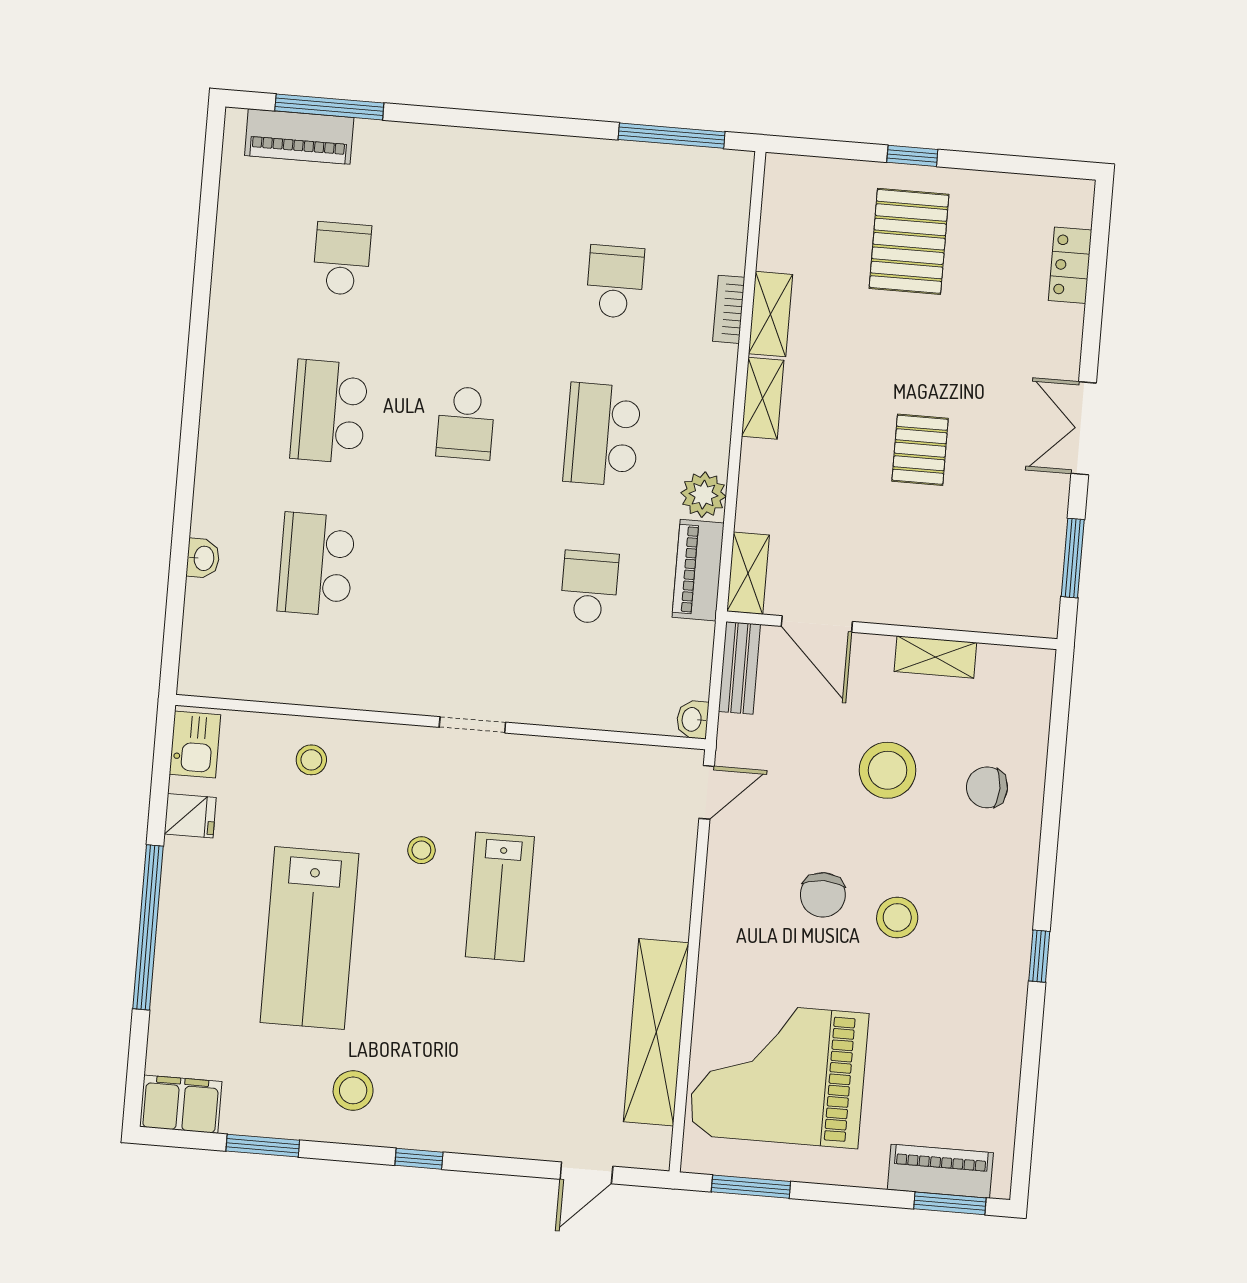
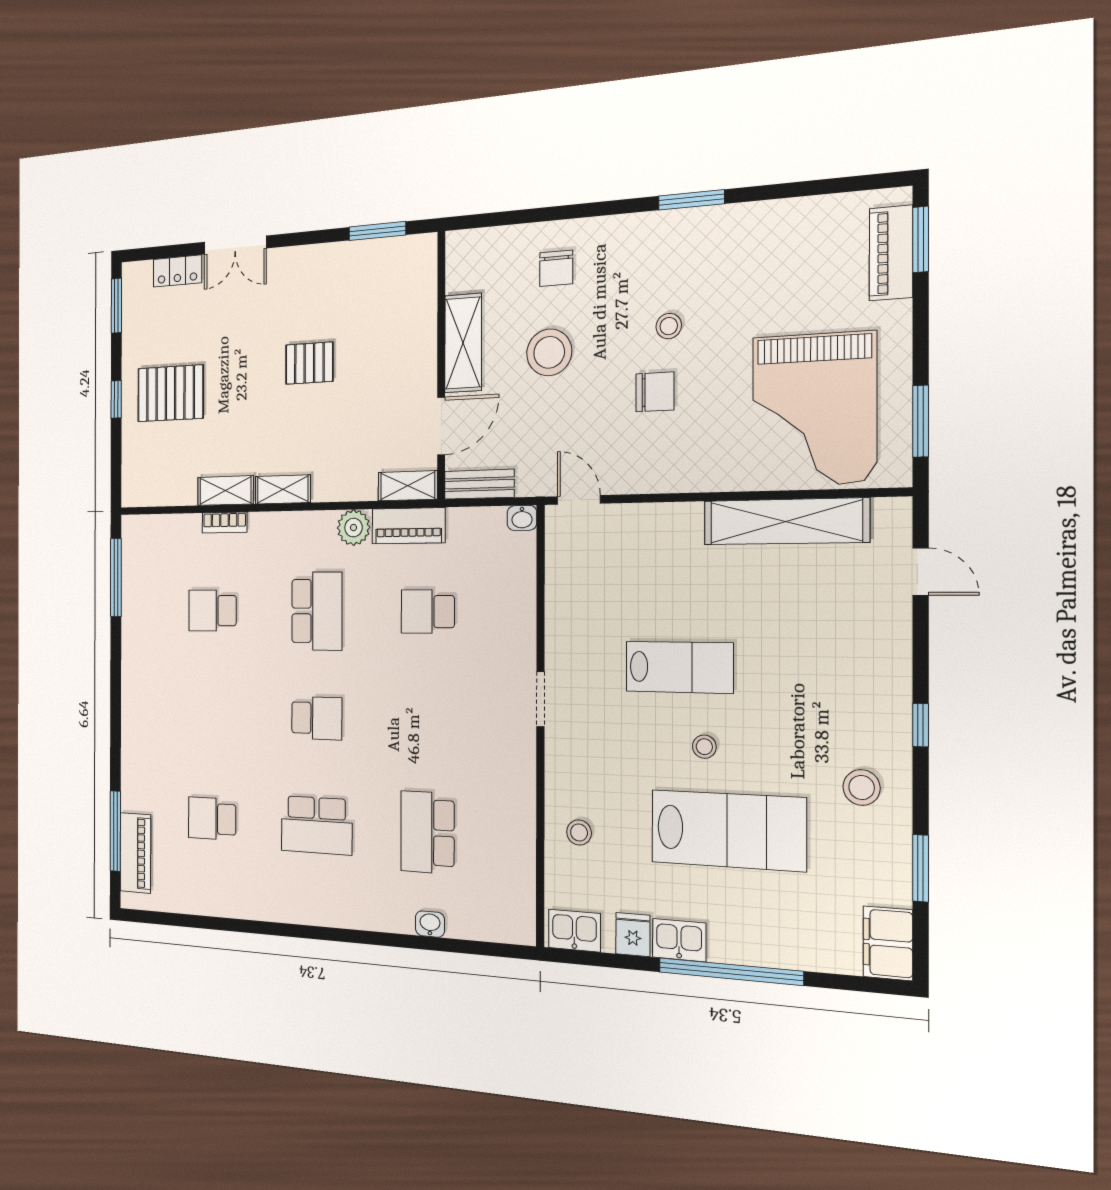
window: (1039, 167) -> (116, 306), added
double door: (1084, 428) -> (235, 245), moved
school desk: (602, 434) -> (317, 611), turned -90
school desk: (316, 564) -> (427, 832), turned 90
shelving: (935, 657) -> (463, 343), width x1.50, depth x1.33
stool: (421, 850) -> (704, 747), moved
kitchen sink: (184, 870) -> (679, 940), added
stool: (897, 917) -> (669, 326), width x0.73, depth x0.73
window: (1039, 956) -> (691, 200), width x1.50

